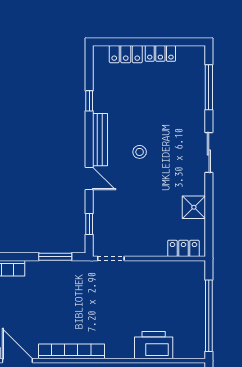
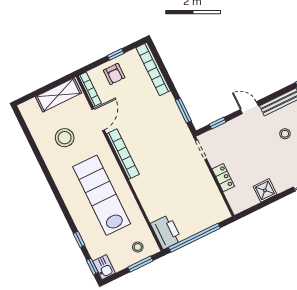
door: (89, 179) -> (249, 108), swing flipped
locker: (183, 248) -> (223, 178), moved
printer: (154, 345) -> (166, 232), moved

